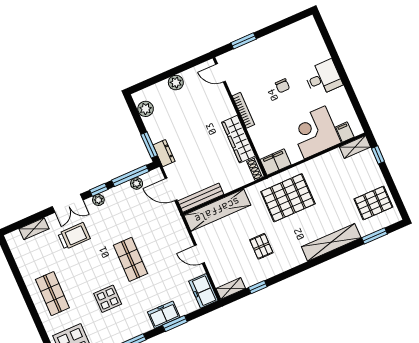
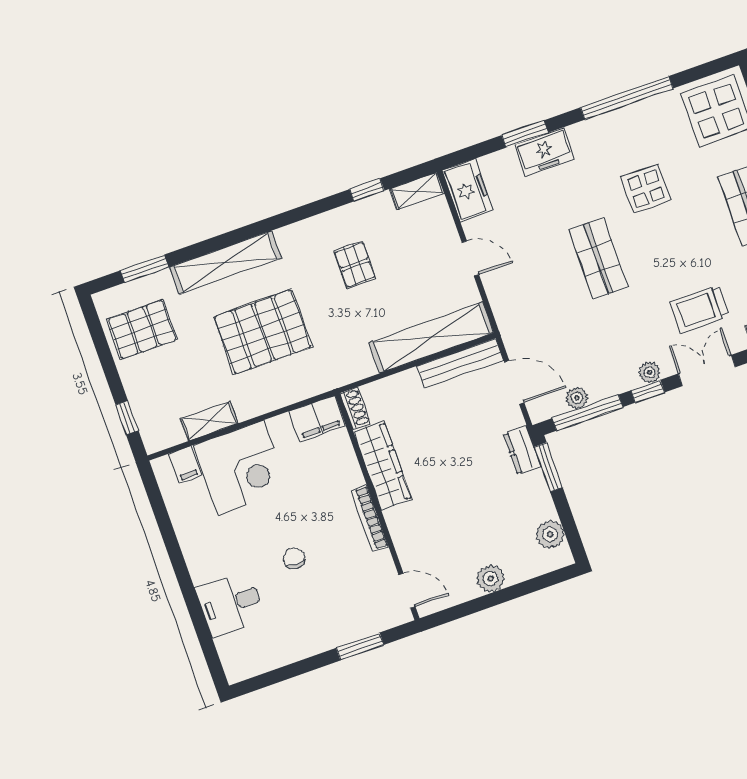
desk: (323, 78) -> (231, 604), moved
shelving: (355, 147) -> (209, 421), moved
pallet: (288, 198) -> (263, 332), moved

